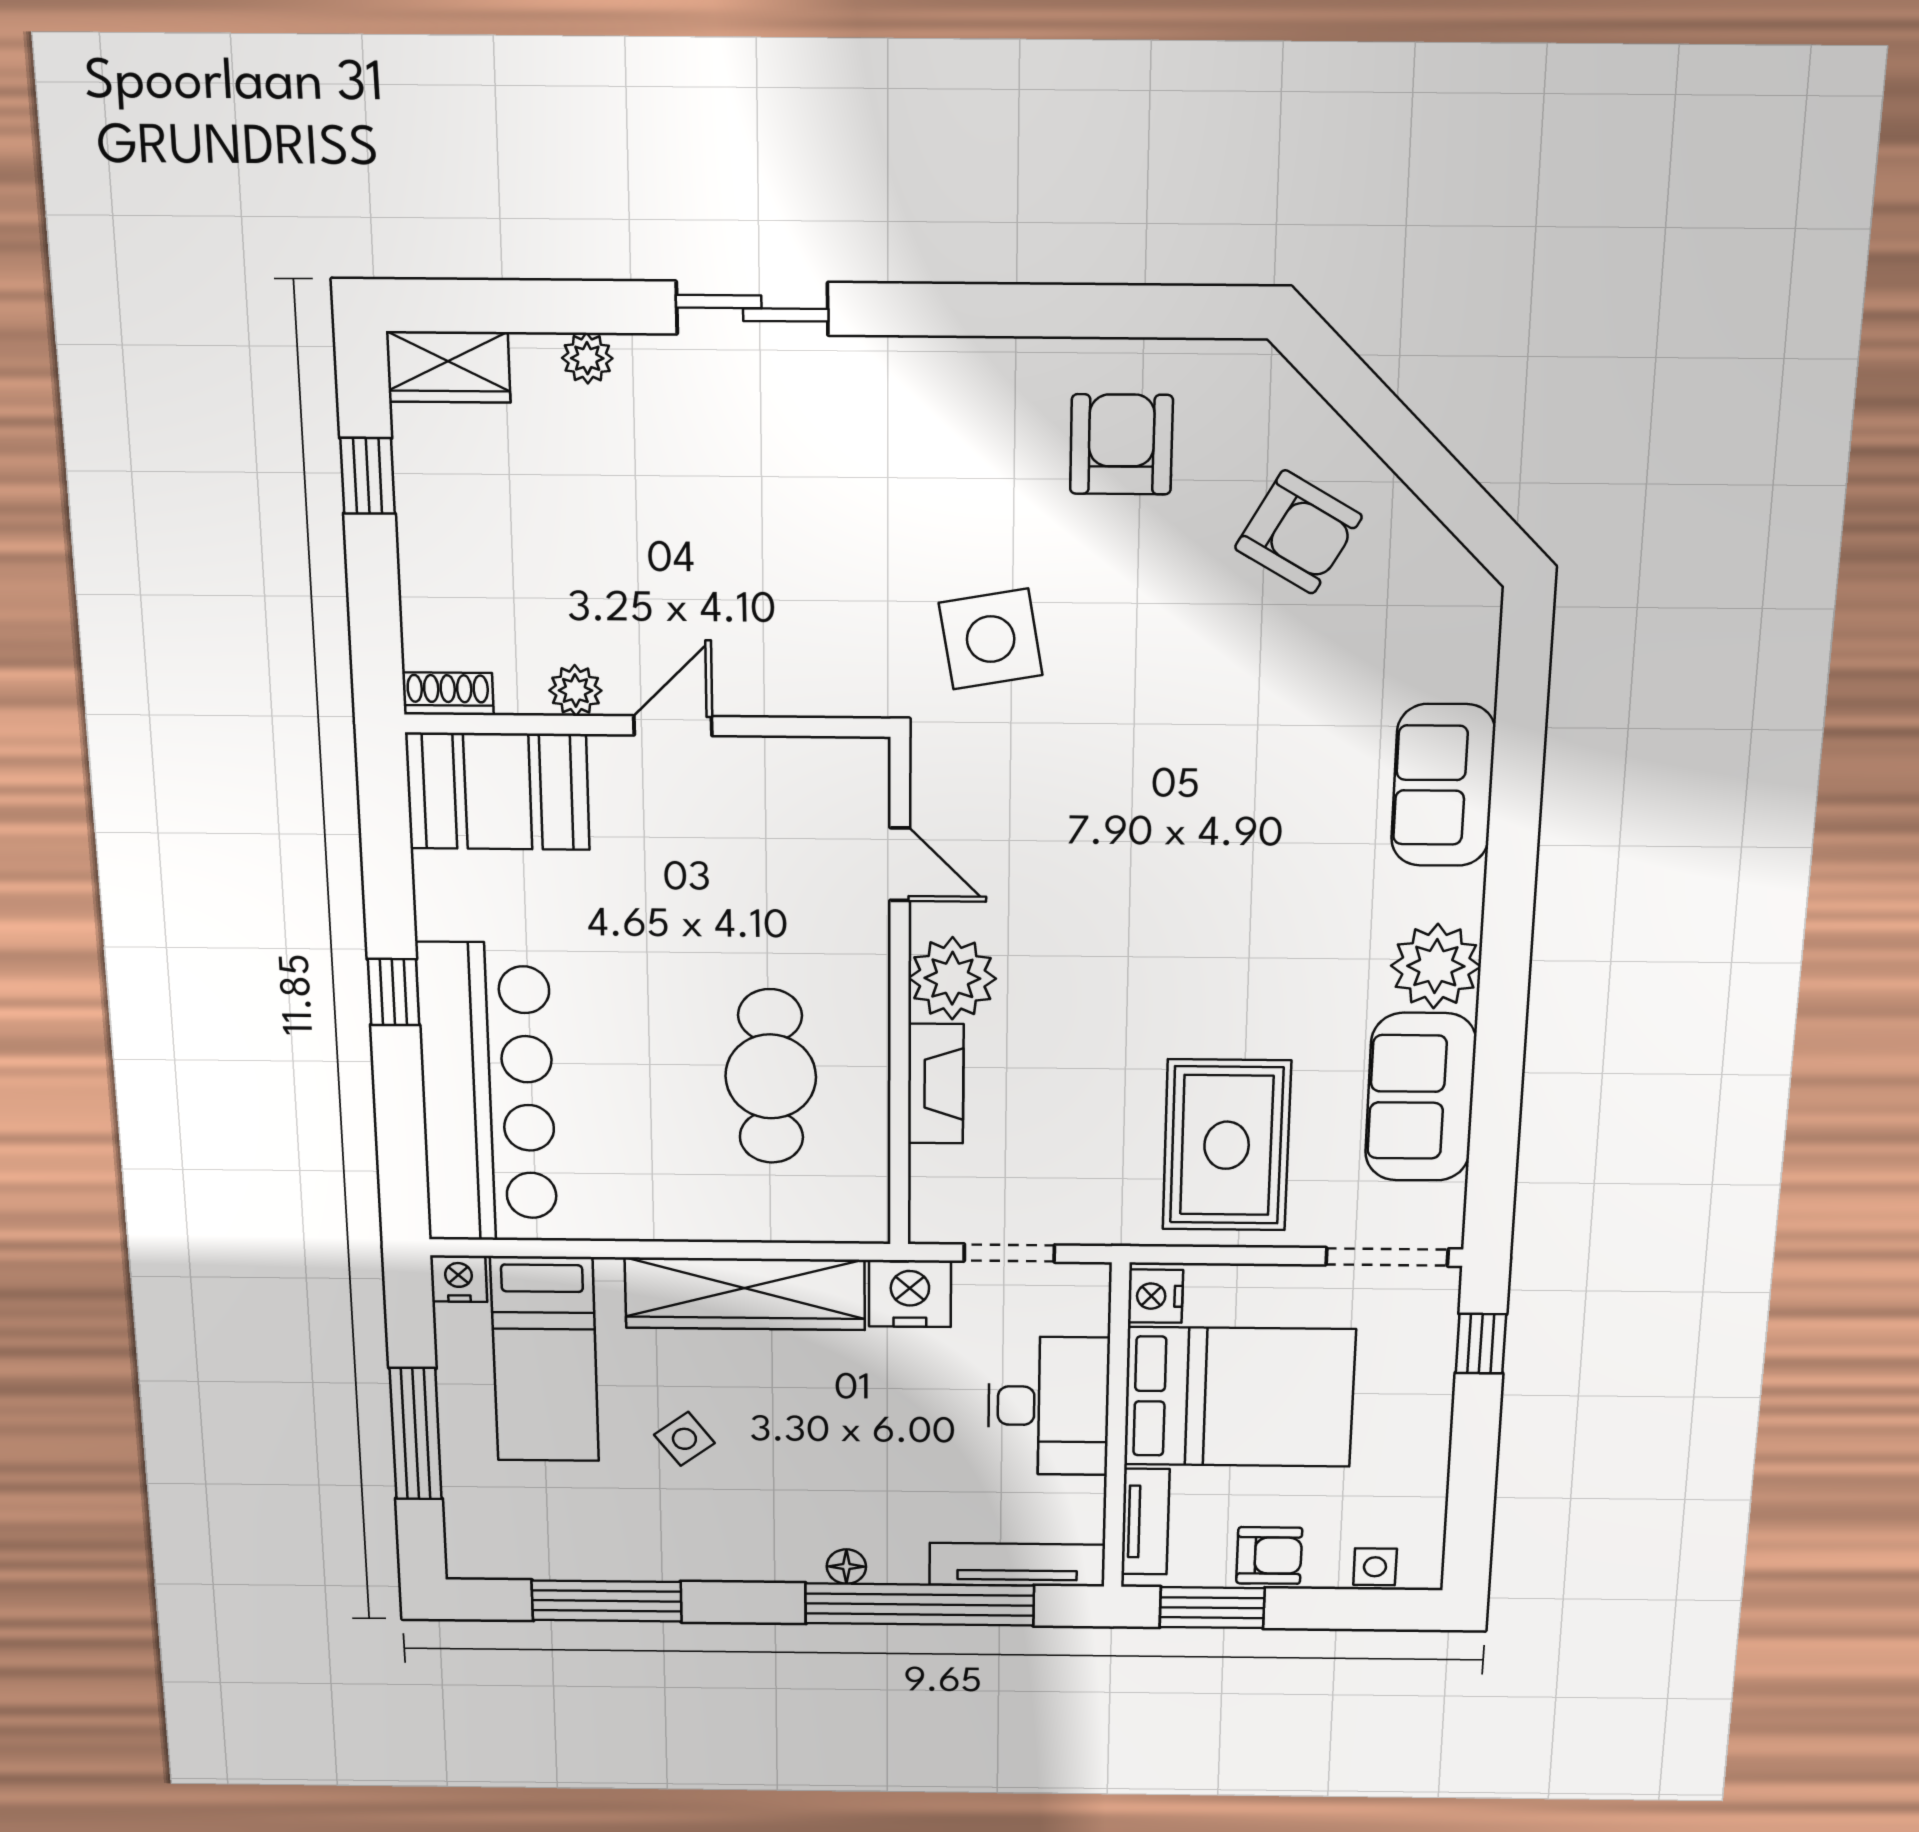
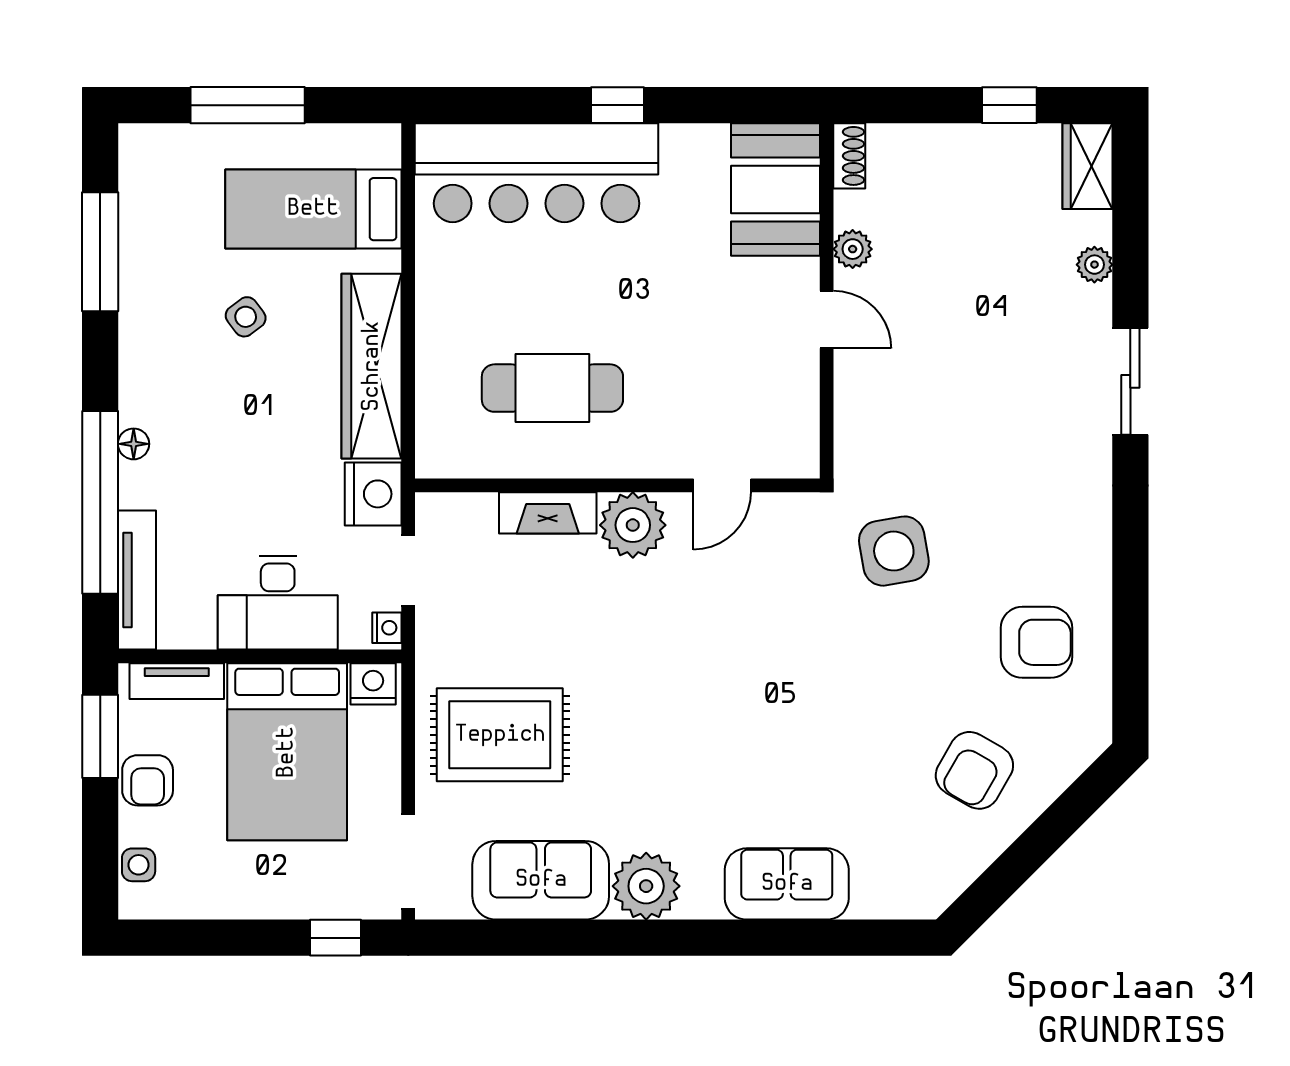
nightstand: (459, 1279) -> (387, 628), moved, width x0.72, depth x0.74

